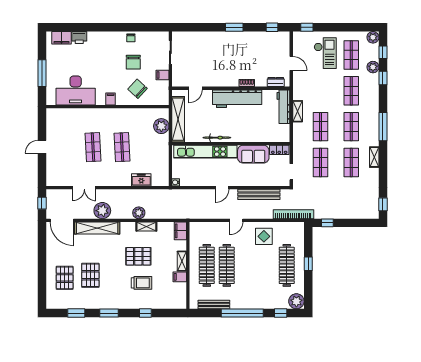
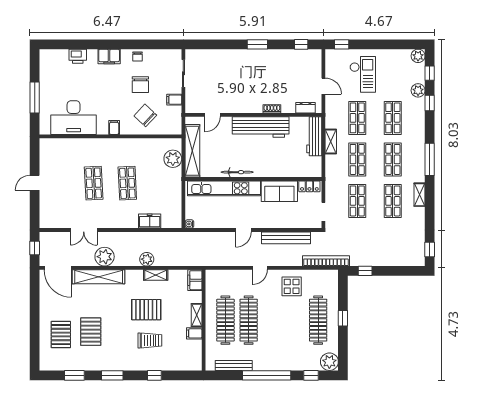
filing cabinet: (61, 38) -> (109, 56), moved
shop shelf: (351, 55) -> (357, 118), moved

